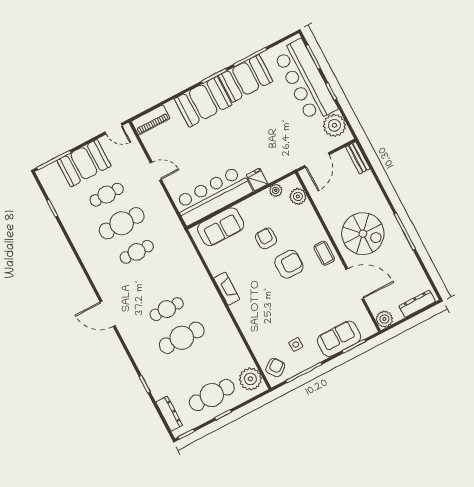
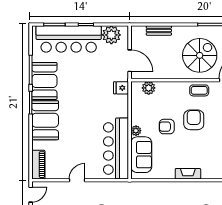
bench: (358, 158) -> (159, 30), moved
fridge: (257, 179) -> (121, 88), moved
plant: (276, 190) -> (136, 131), moved

